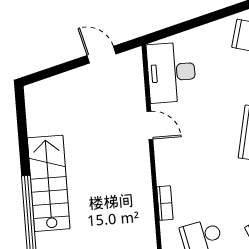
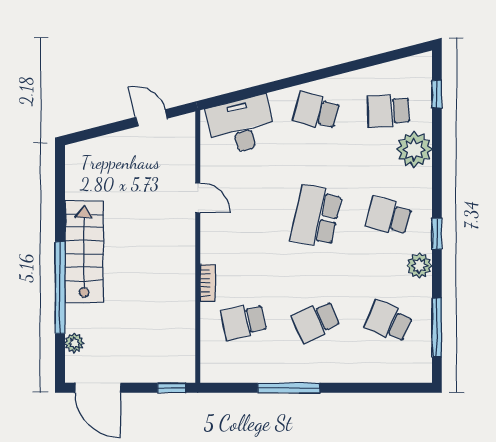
desk: (171, 72) -> (241, 125), moved, turned 76

